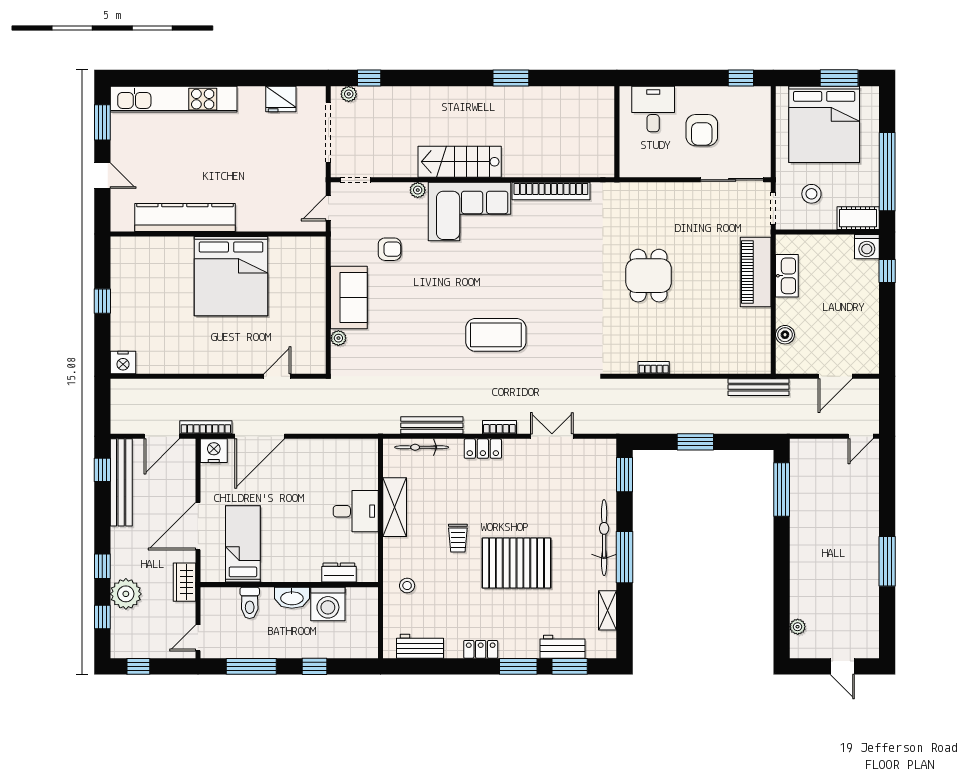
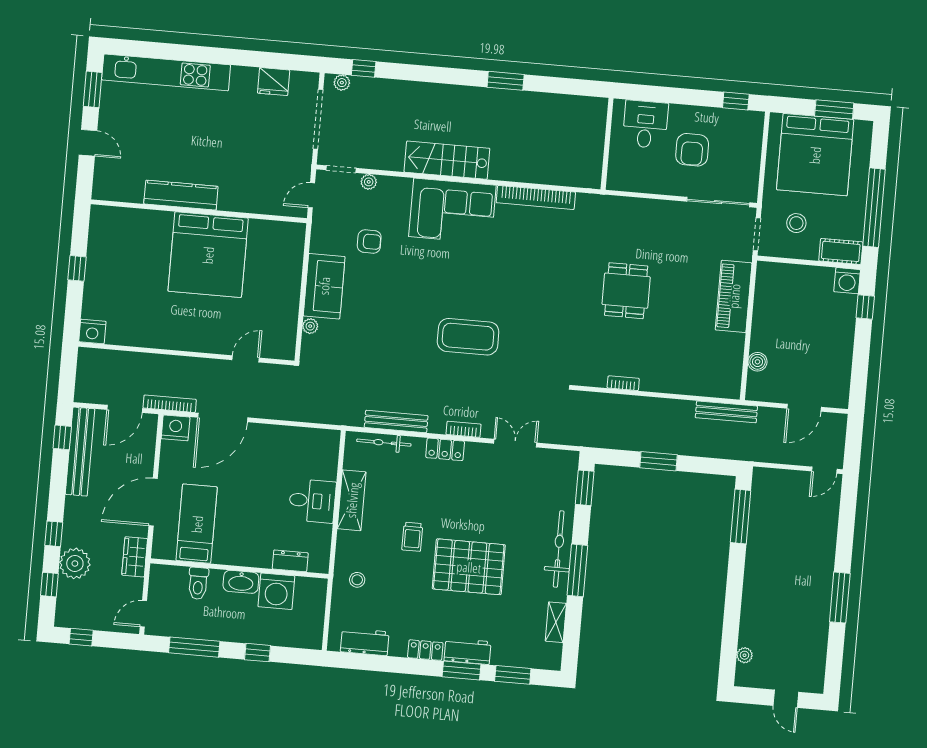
plant: (418, 190) -> (369, 182), moved
kitchen counter: (185, 217) -> (181, 195), width x0.72, depth x0.86
kitchen sink: (787, 276) -> (765, 303), removed
workbench: (562, 647) -> (467, 651), moved

